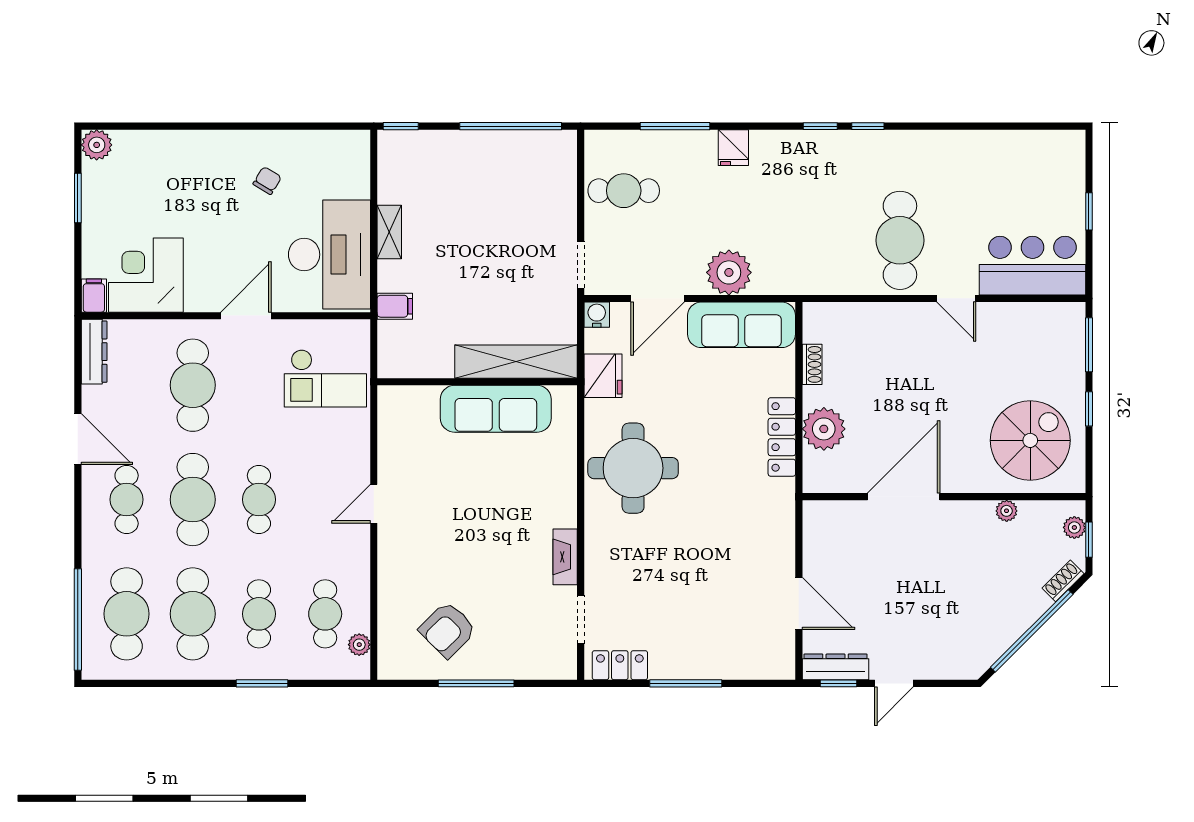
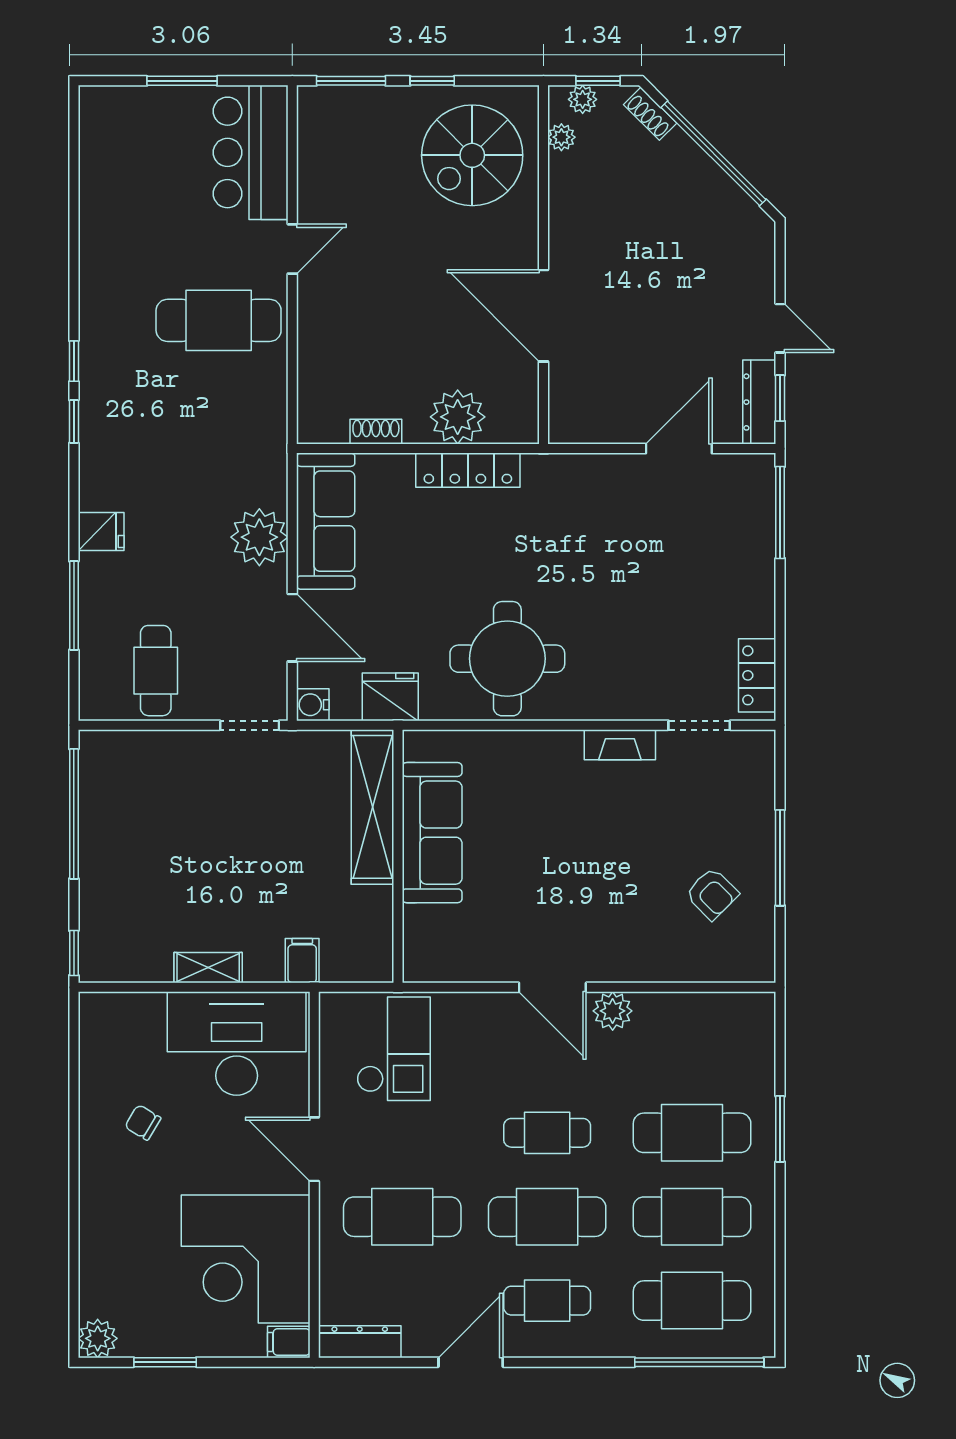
window: (1089, 211) -> (182, 81), width x1.50
corner desk: (146, 275) -> (246, 1259), width x1.36, depth x1.36
spiral stairs: (1030, 440) -> (472, 155), turned -90
door: (374, 504) -> (552, 987), width x1.38
plant: (1007, 511) -> (561, 137), moved
cafe table: (259, 614) -> (692, 1133), width x1.37, depth x1.35
cafe table: (325, 614) -> (692, 1049), removed
armchair: (448, 630) -> (712, 894), width x0.72, depth x0.72
plant: (359, 645) -> (613, 1011), moved, width x1.38, depth x1.38
window: (686, 683) -> (780, 513), moved

